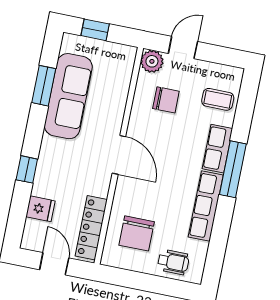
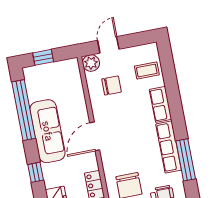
window: (44, 86) -> (24, 110), width x2.11
sofa: (68, 96) -> (47, 131), moved
door: (119, 155) -> (95, 136), swing flipped
window: (233, 169) -> (186, 160), moved

